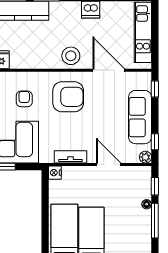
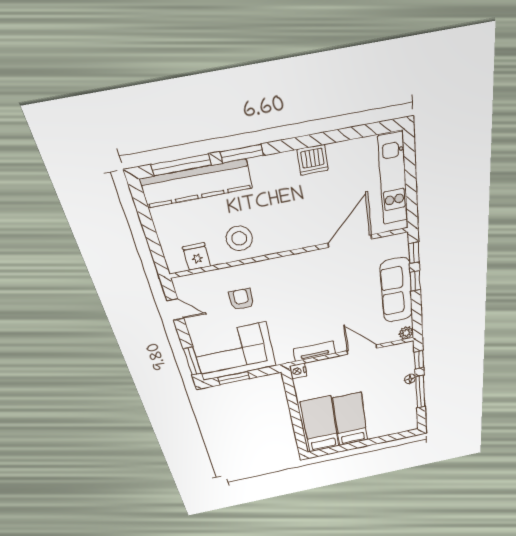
stool: (71, 56) -> (239, 238), moved
door: (109, 70) -> (350, 241), hinge flipped
armchair: (68, 97) -> (300, 285), removed
window: (155, 142) -> (415, 281), moved

